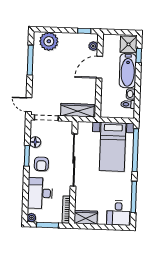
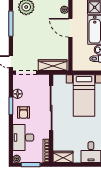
door: (99, 67) -> (70, 28), hinge flipped

